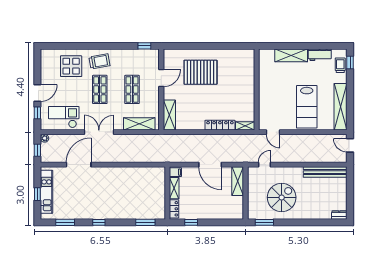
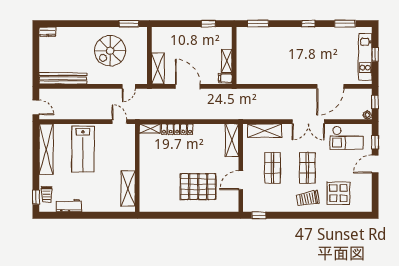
shelving: (291, 55) -> (128, 189), moved, turned 90
lab bench: (307, 107) -> (83, 149), turned 180
locker: (174, 209) -> (227, 38), removed

